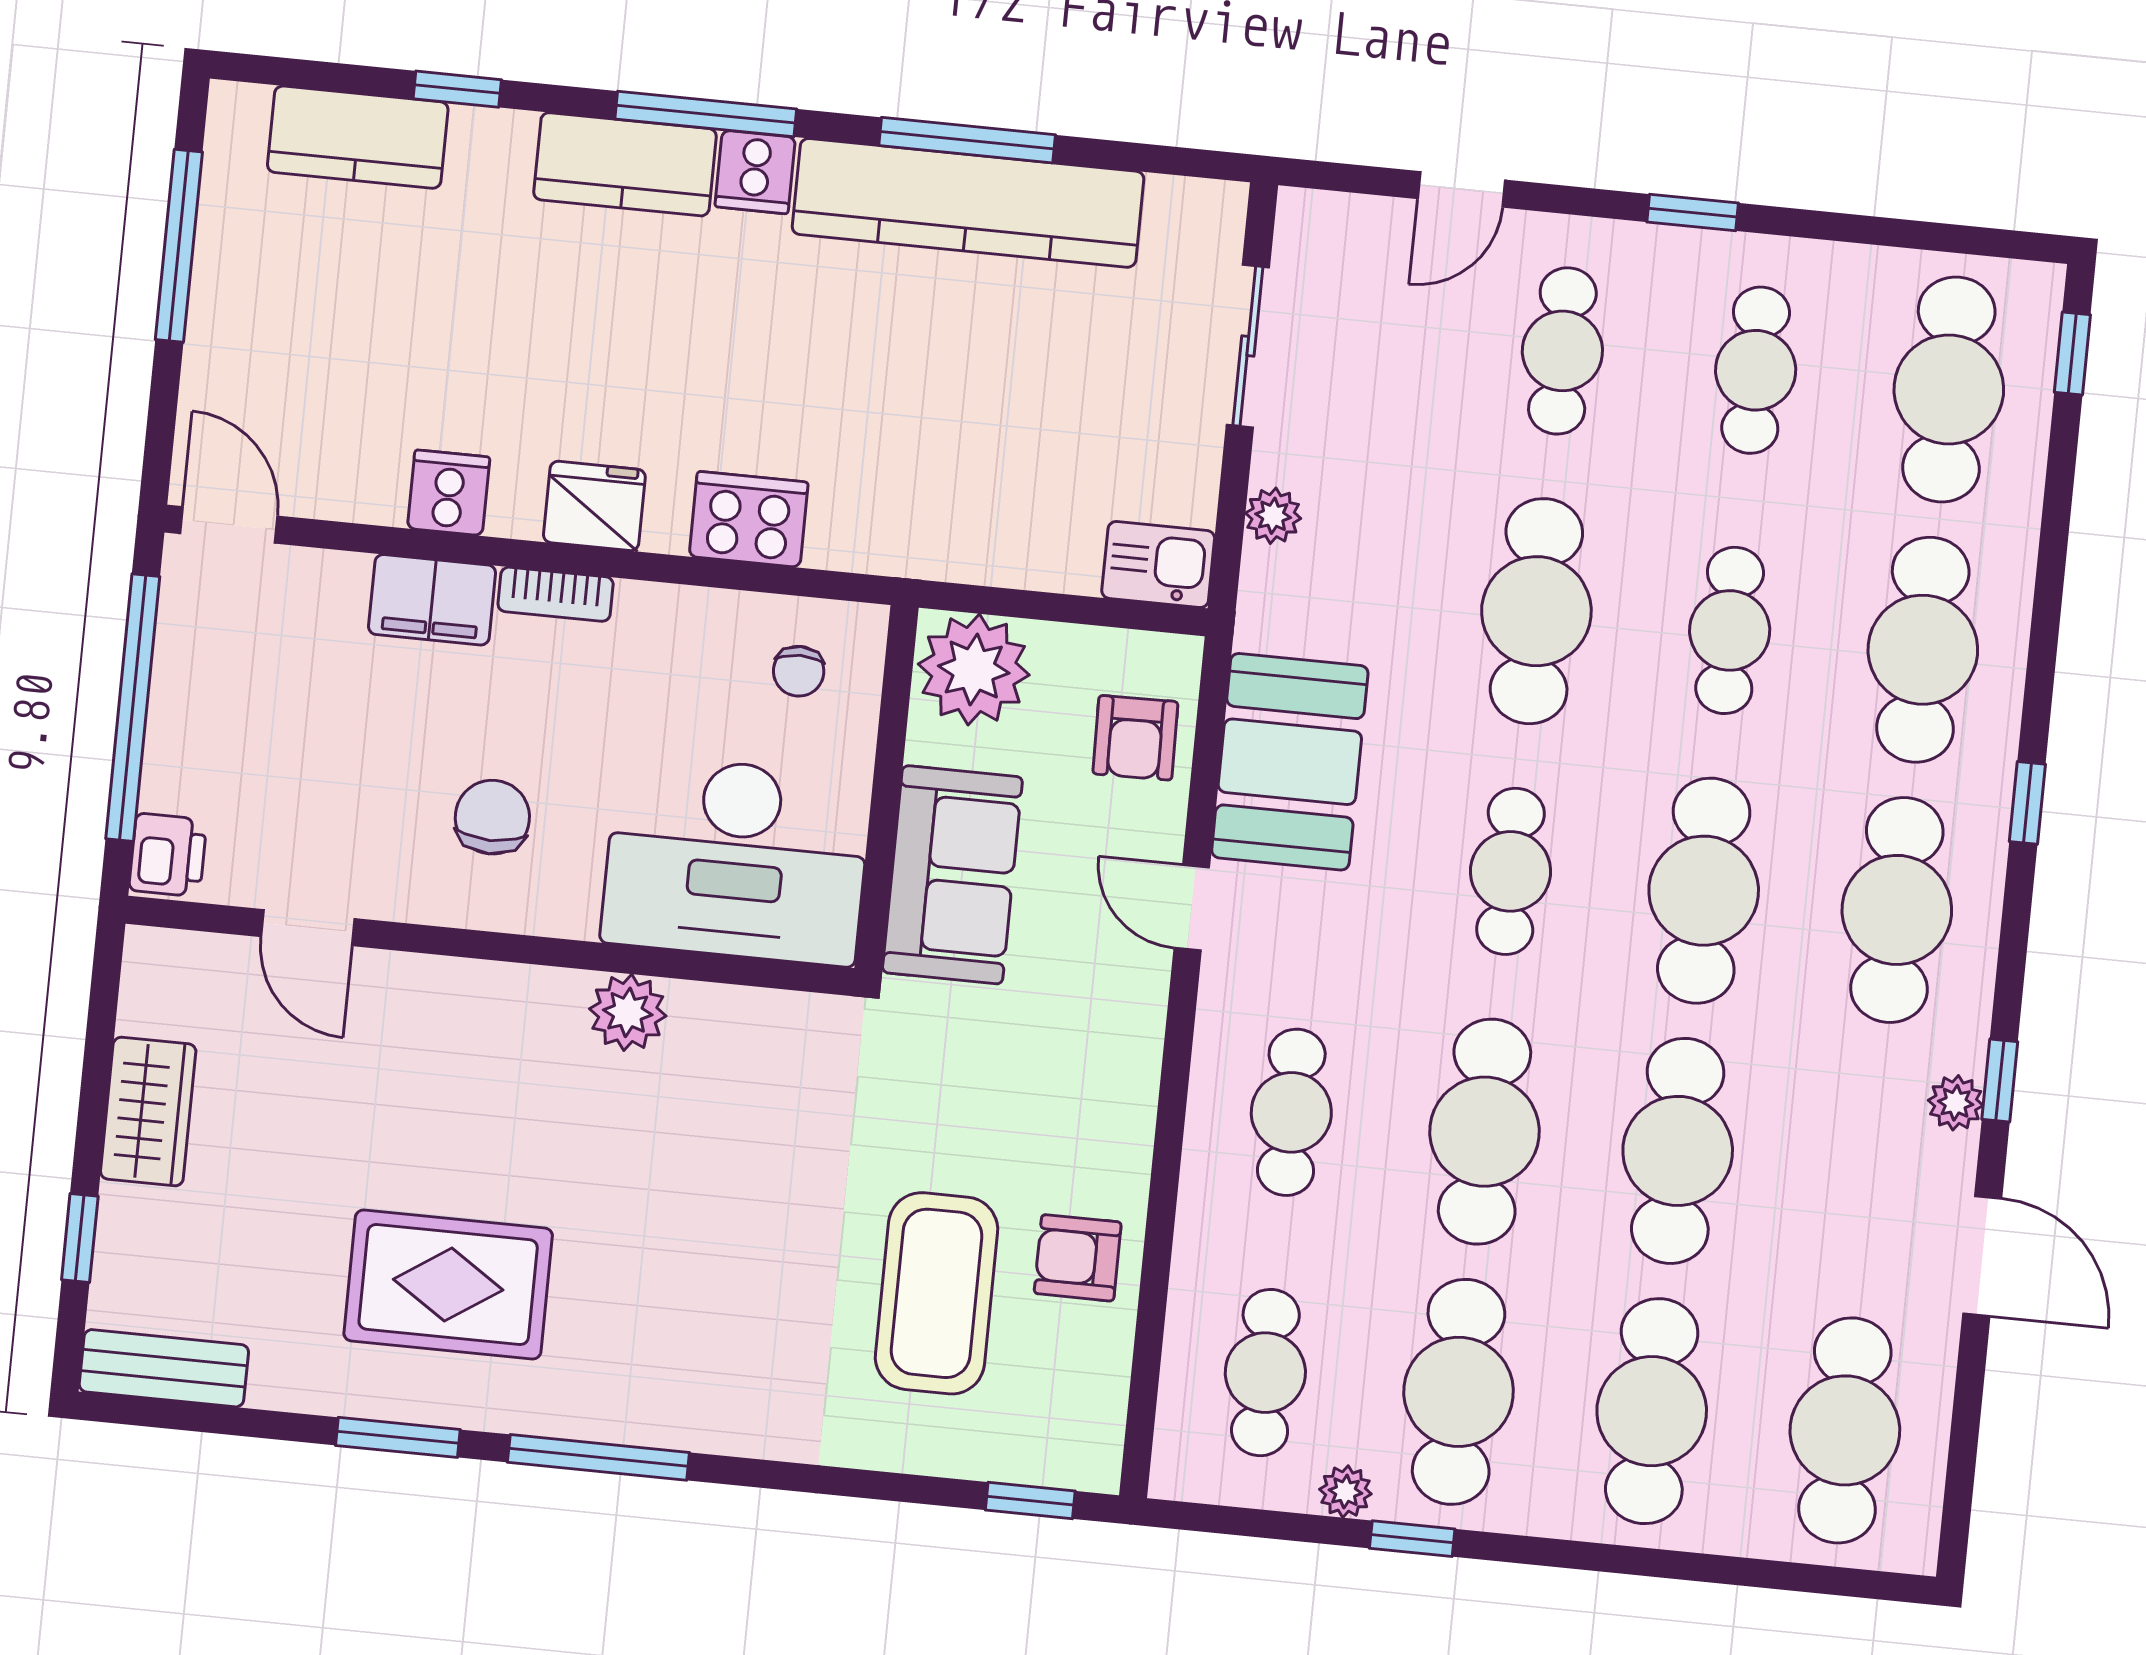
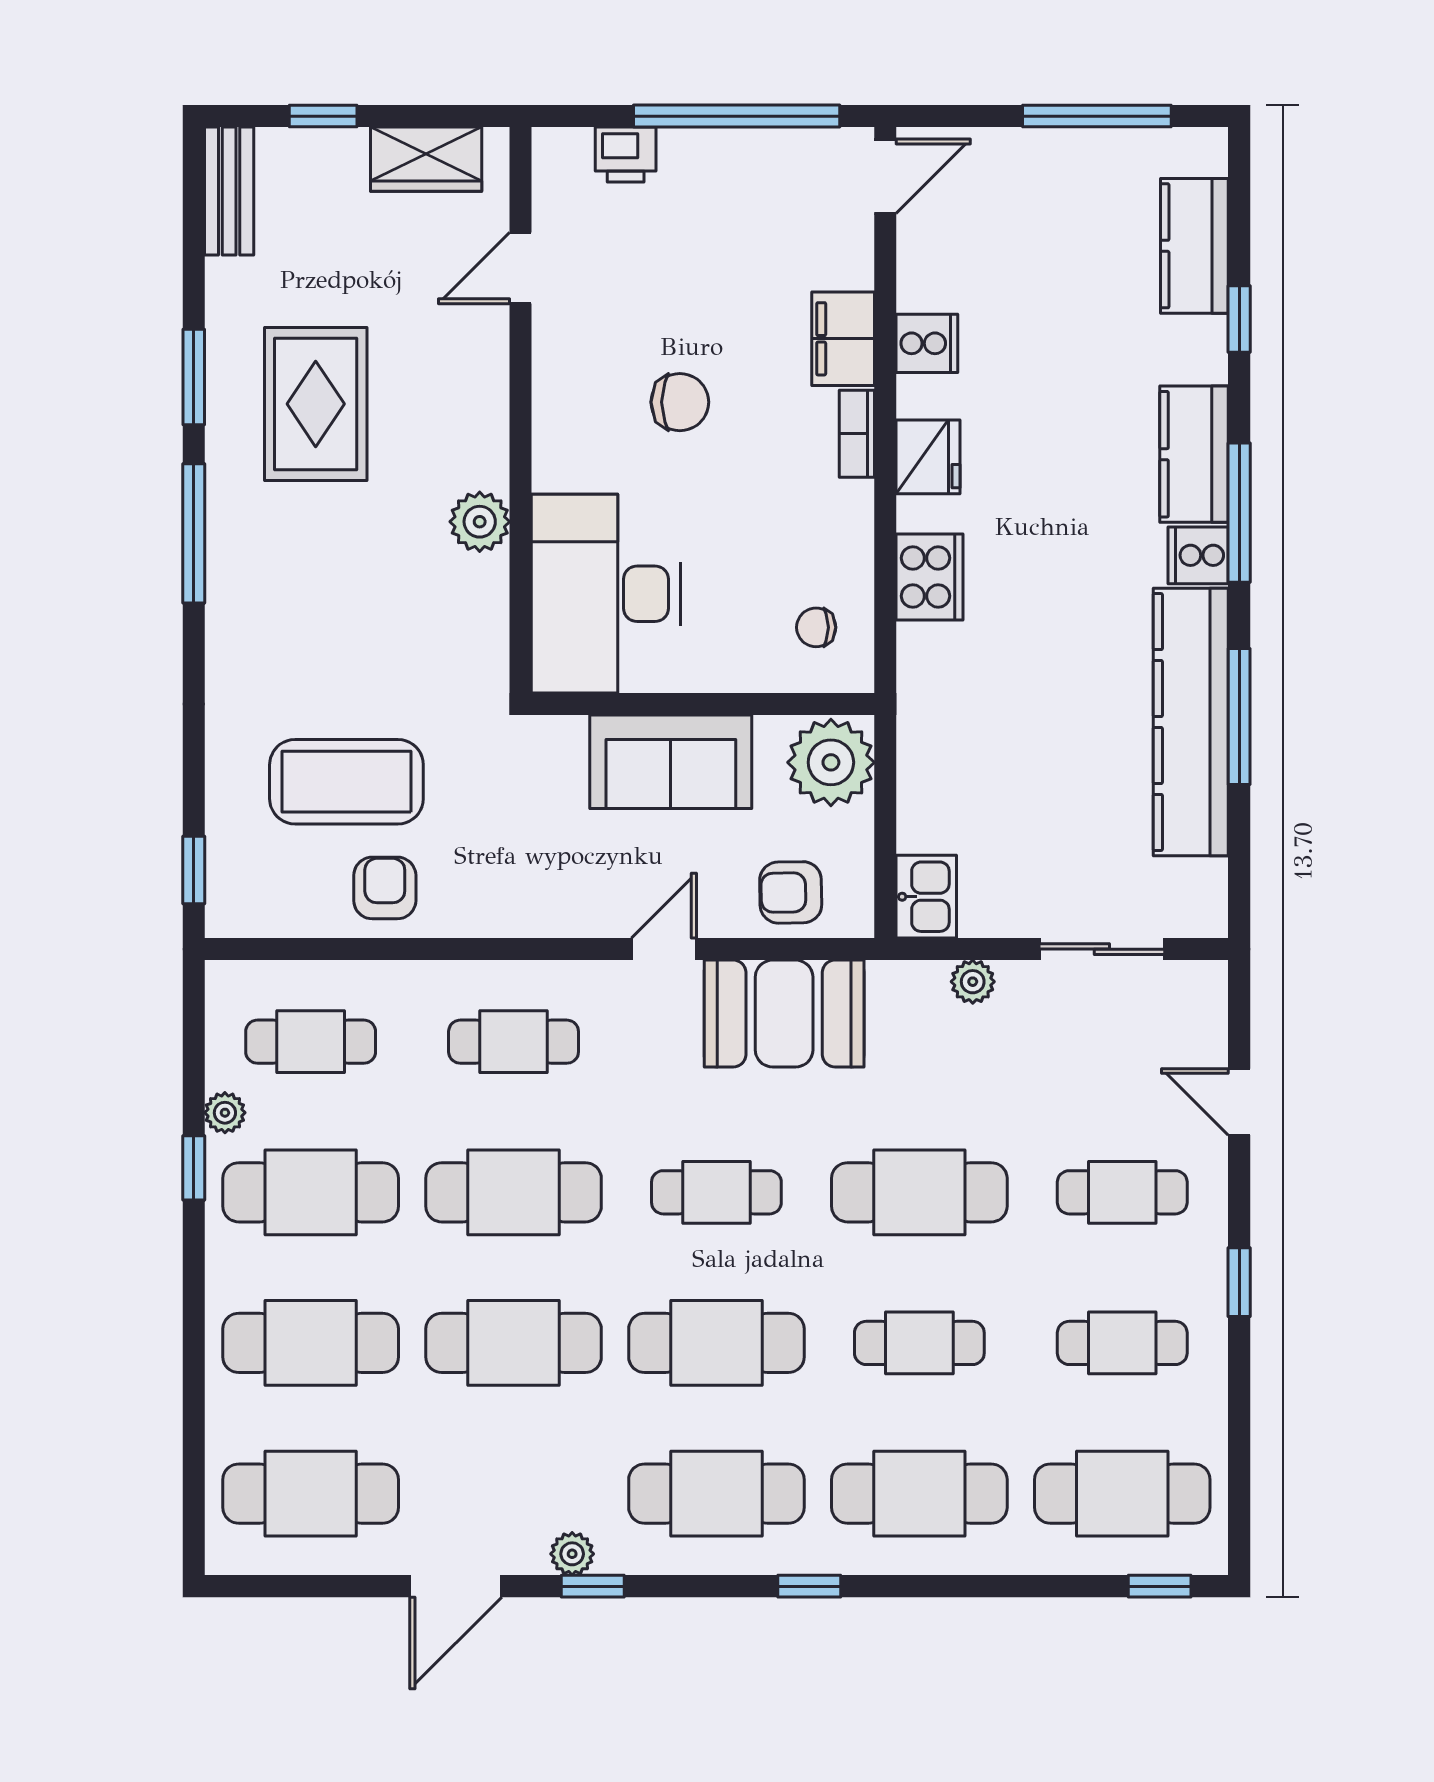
desk: (736, 860) -> (606, 594), moved
door: (308, 928) -> (520, 268), moved
wall: (490, 946) -> (520, 410), moved
plant: (628, 1012) -> (480, 522), moved

